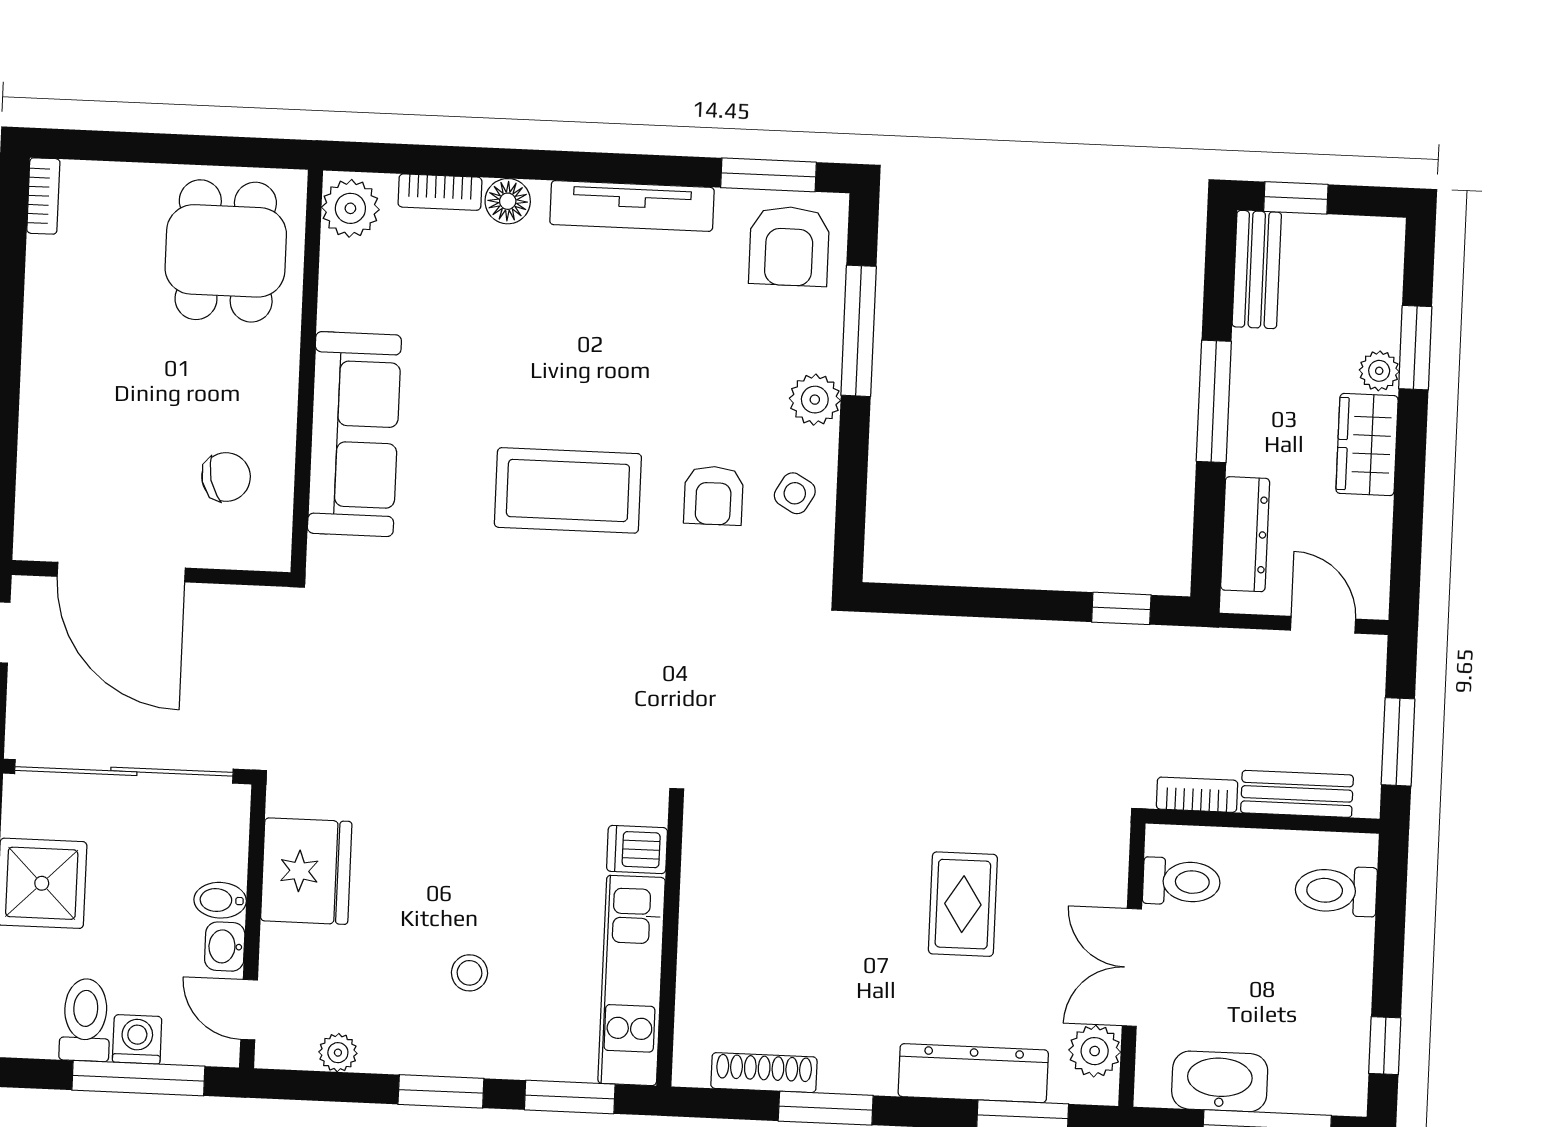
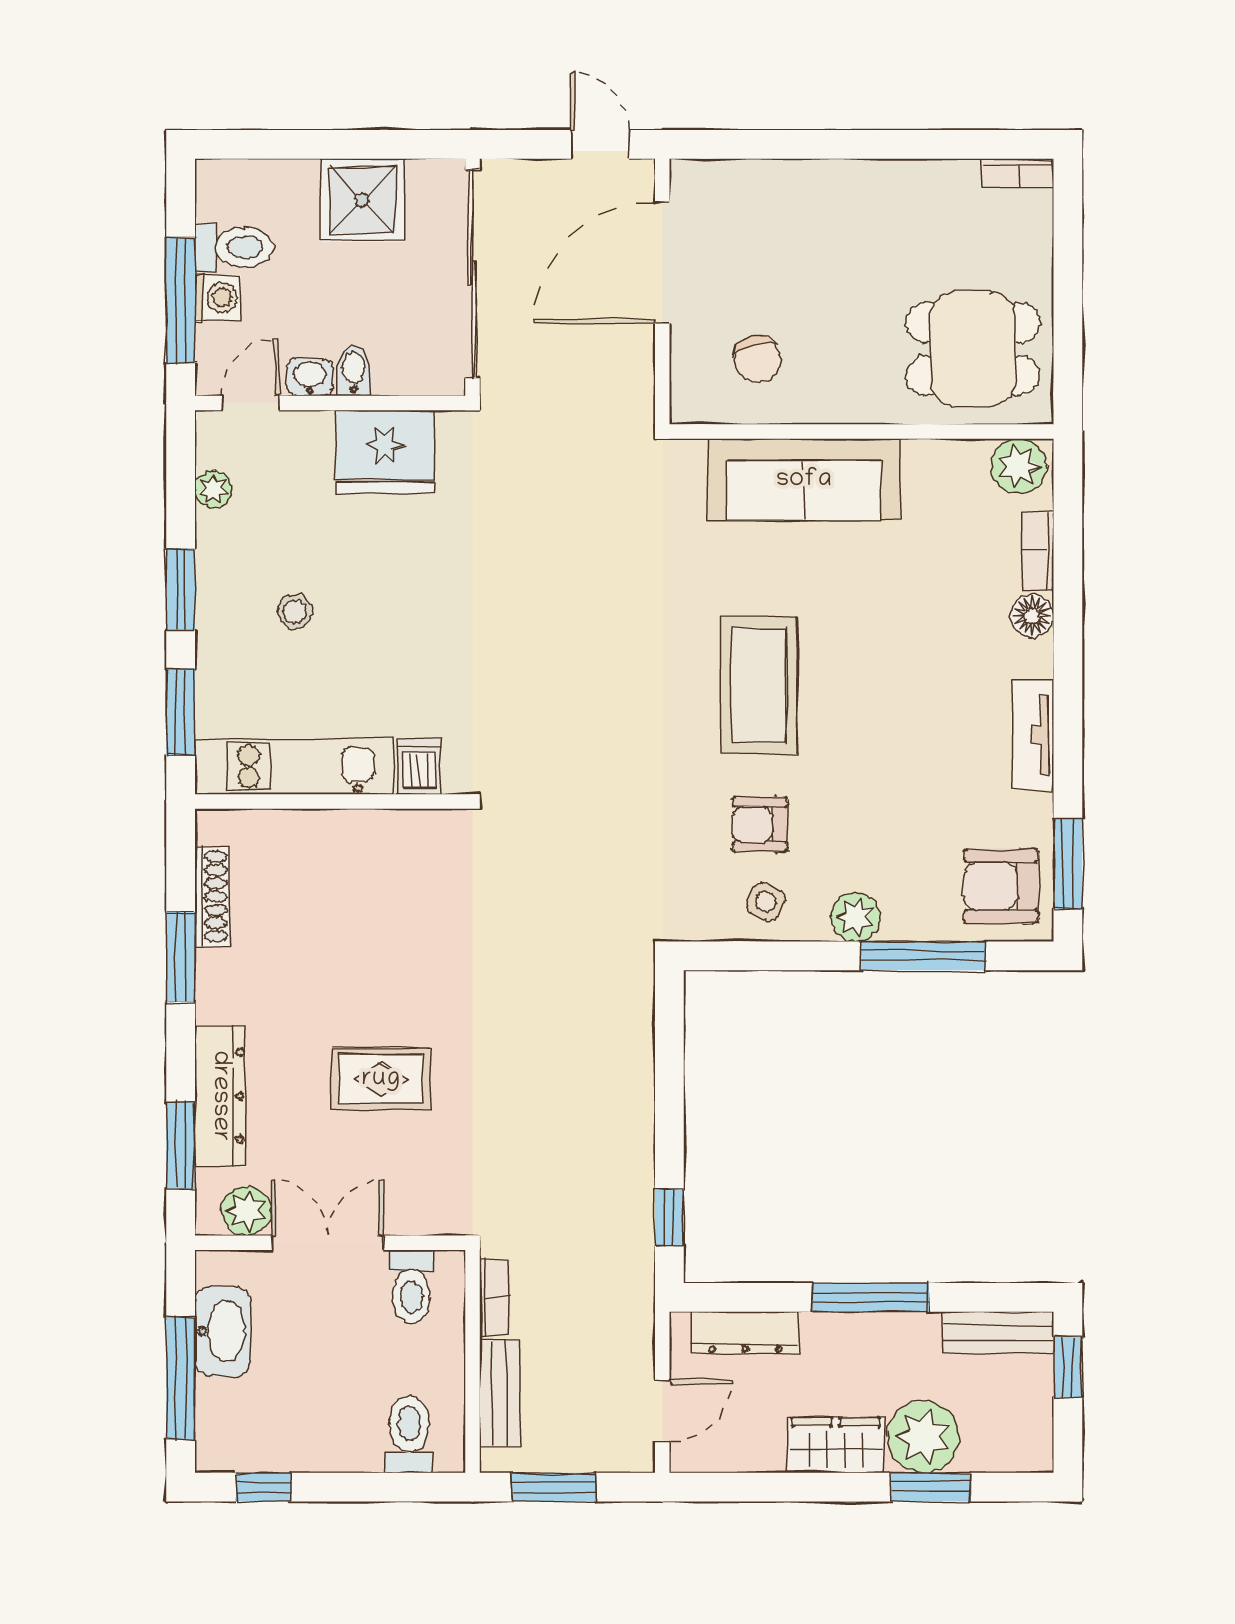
tv unit: (632, 206) -> (1033, 735), width x0.71
plant: (1379, 371) -> (923, 1437), width x1.87, depth x1.87

